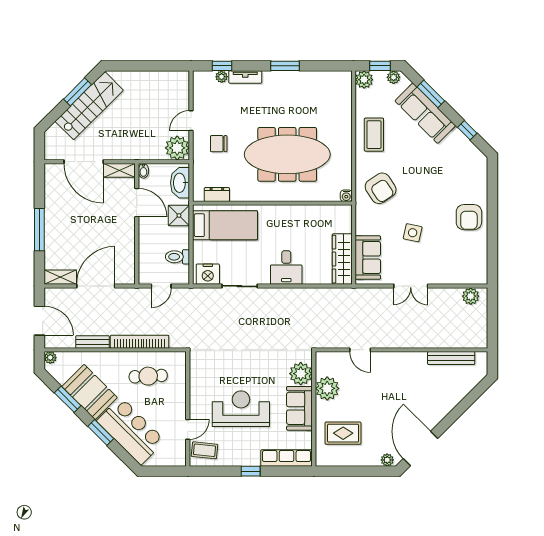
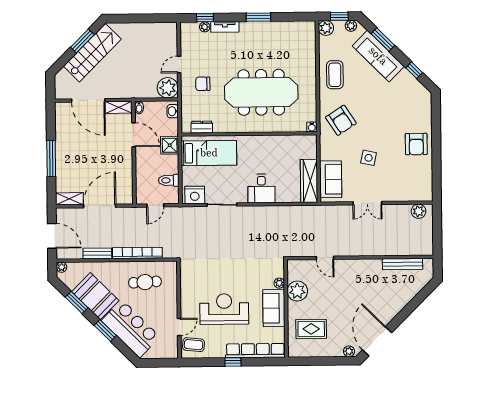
washbasin: (180, 183) -> (173, 111), width x0.52, depth x0.69
plant: (301, 374) -> (279, 283), width x0.53, depth x0.53
row of seats: (287, 458) -> (255, 351), width x1.36

